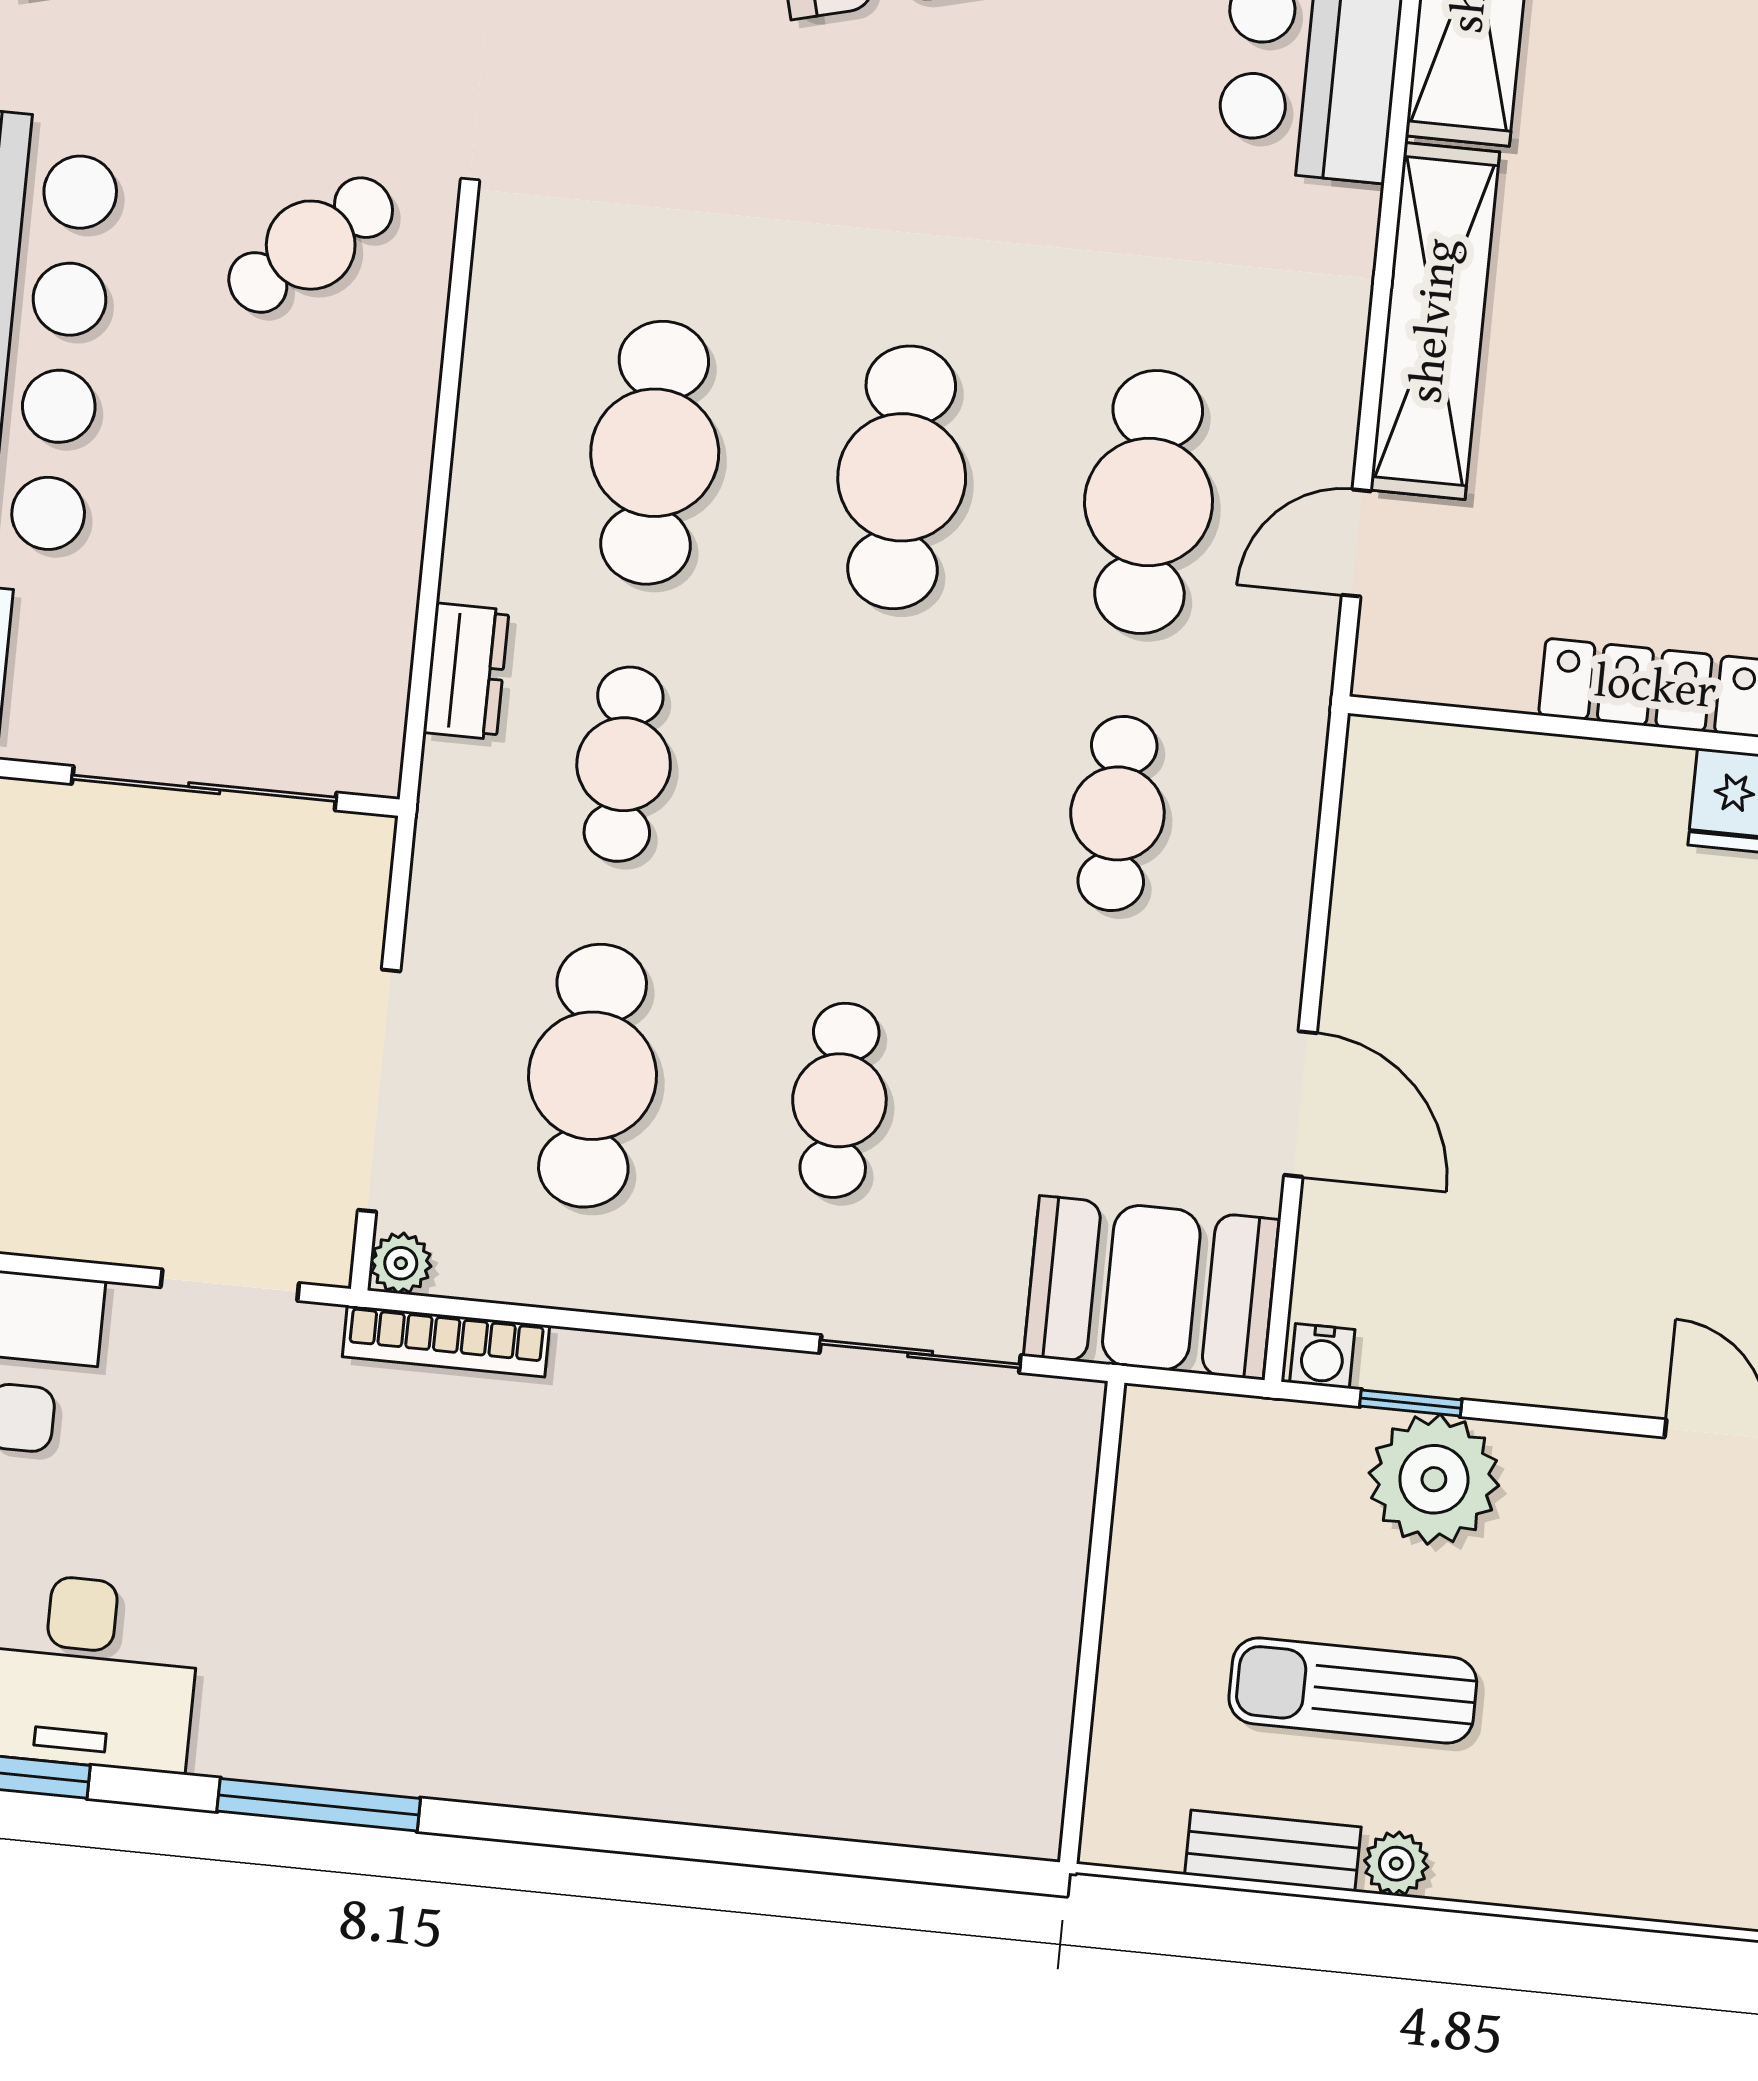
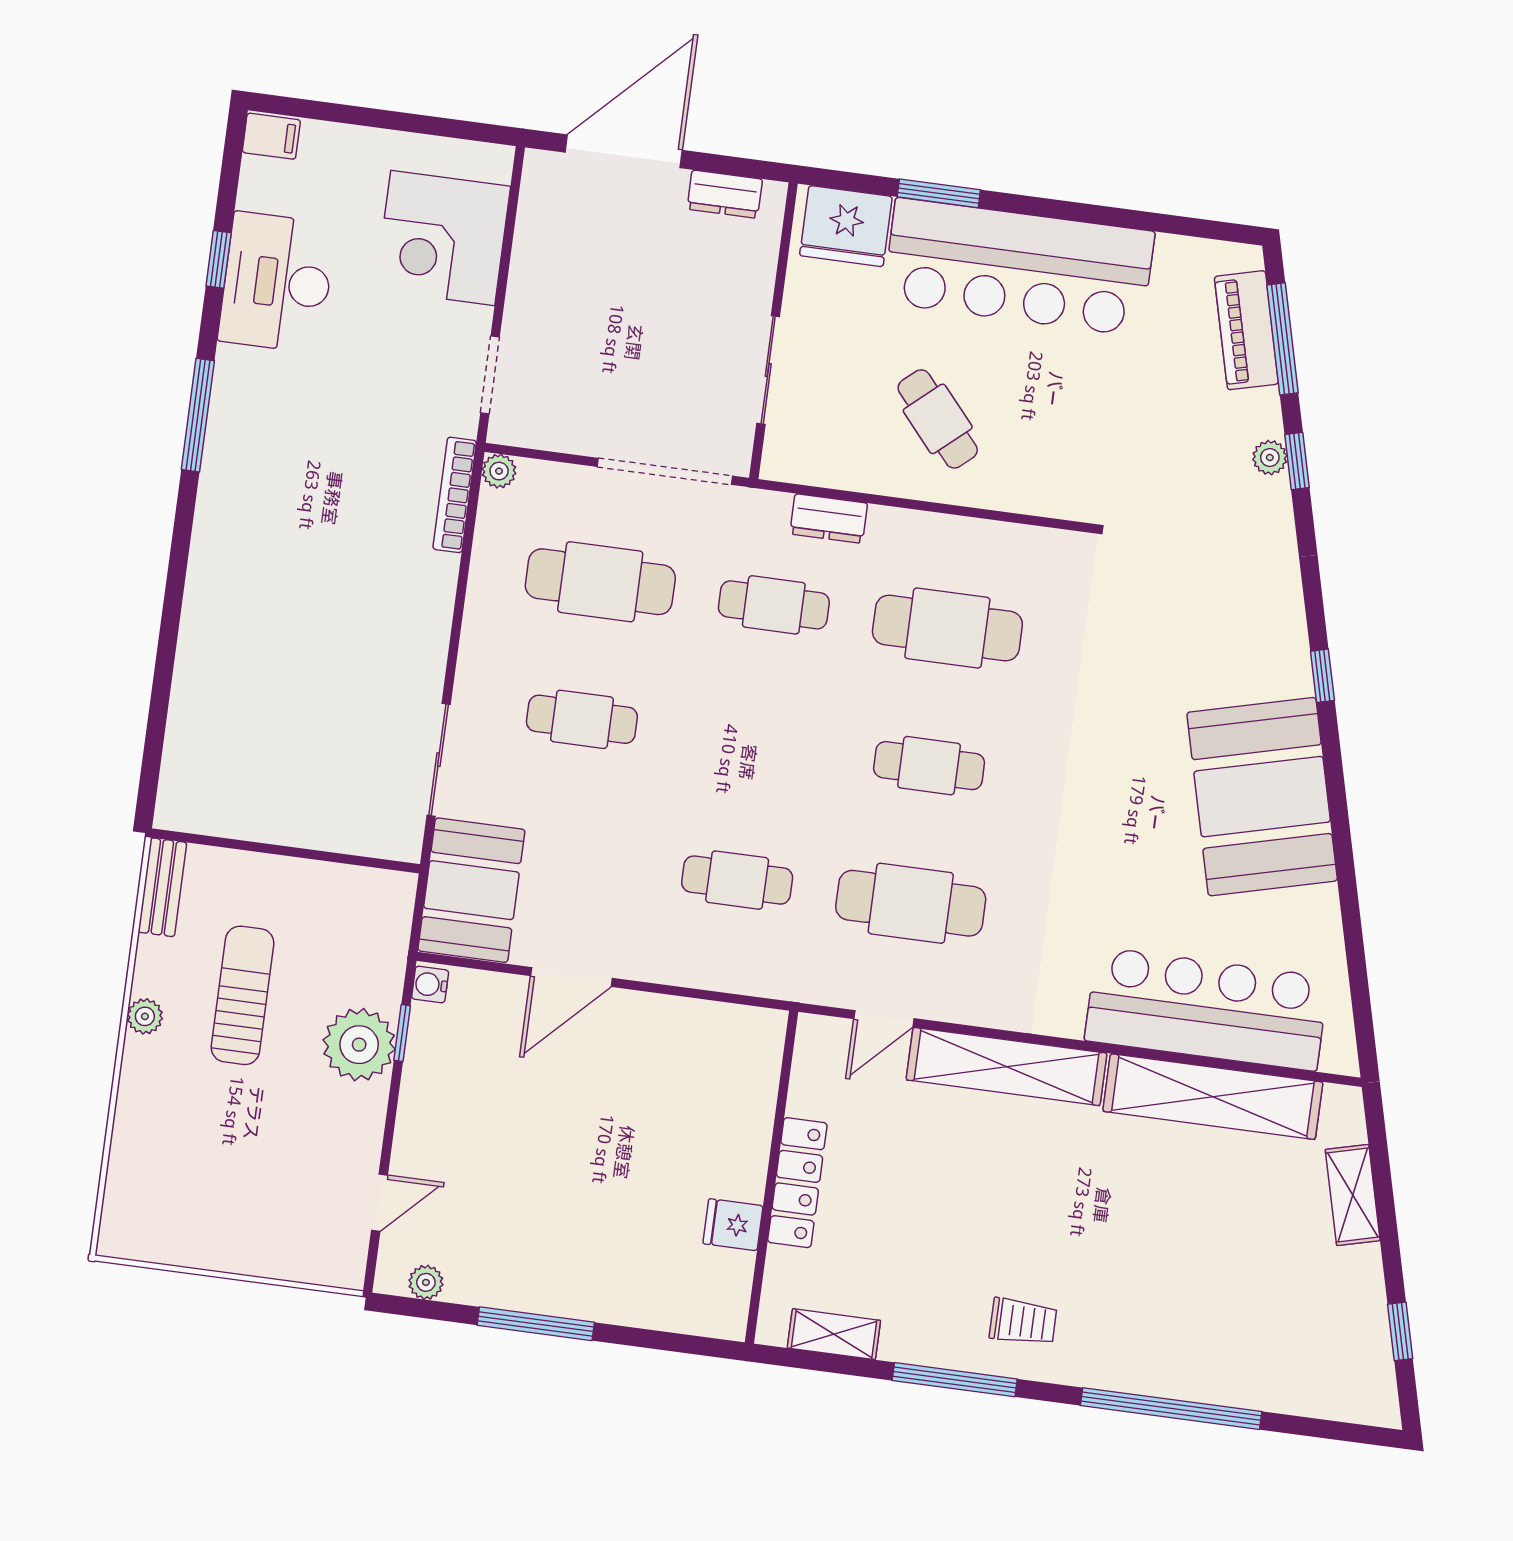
cafe table: (311, 245) -> (938, 419), moved
cafe table: (902, 477) -> (929, 766), width x0.73, depth x0.74
door: (1356, 543) -> (884, 1019), swing flipped
sliding door: (204, 788) -> (768, 370), width x0.73
doorway: (379, 1091) -> (665, 471), moved
bench: (1273, 1851) -> (162, 887), moved

